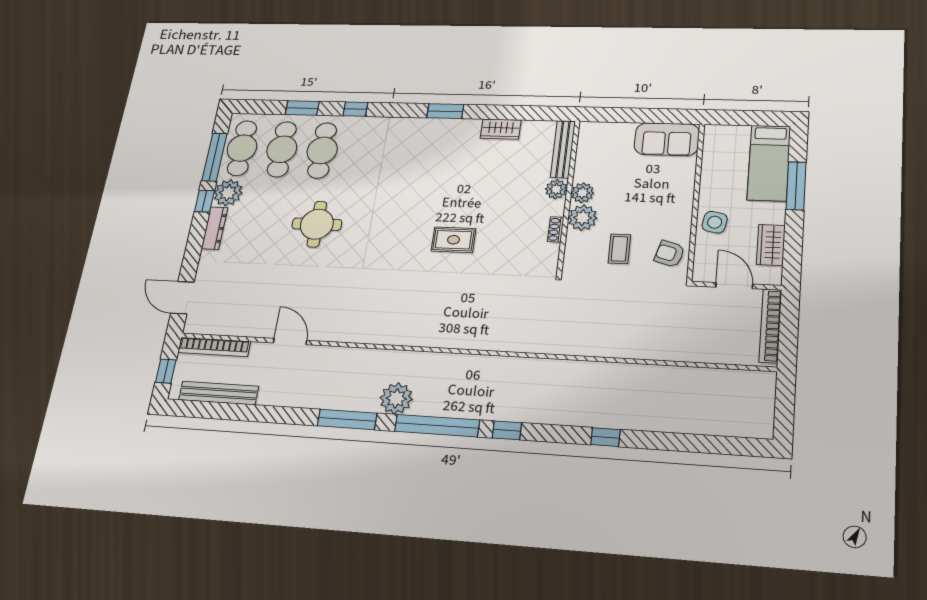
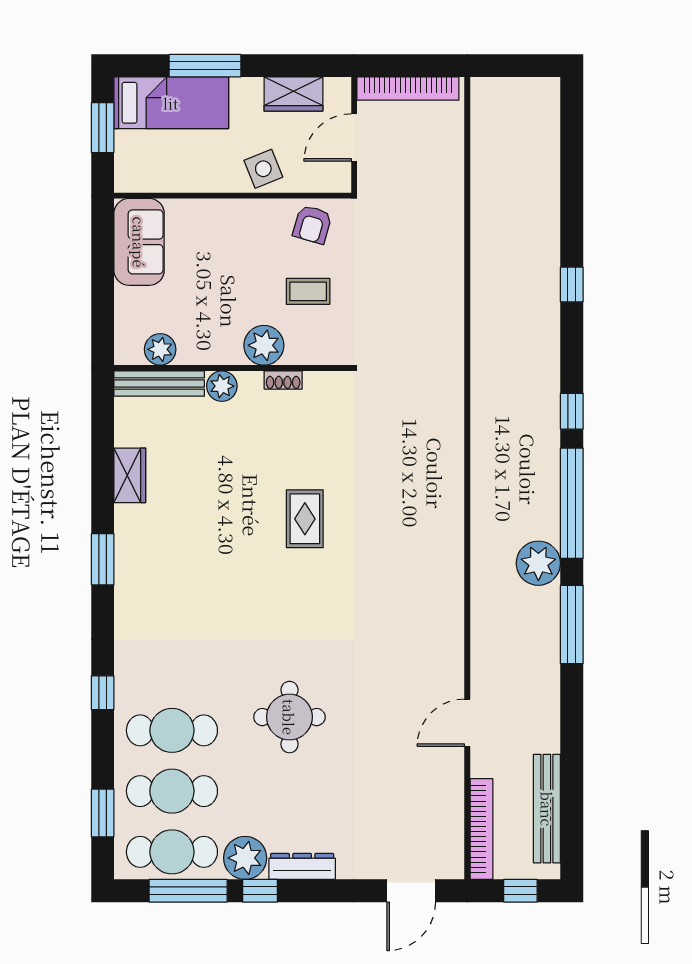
window: (302, 108) -> (103, 813), moved
window: (753, 118) -> (103, 128), added
plant: (582, 193) -> (160, 349), moved
side table: (715, 222) -> (263, 169), turned -33

